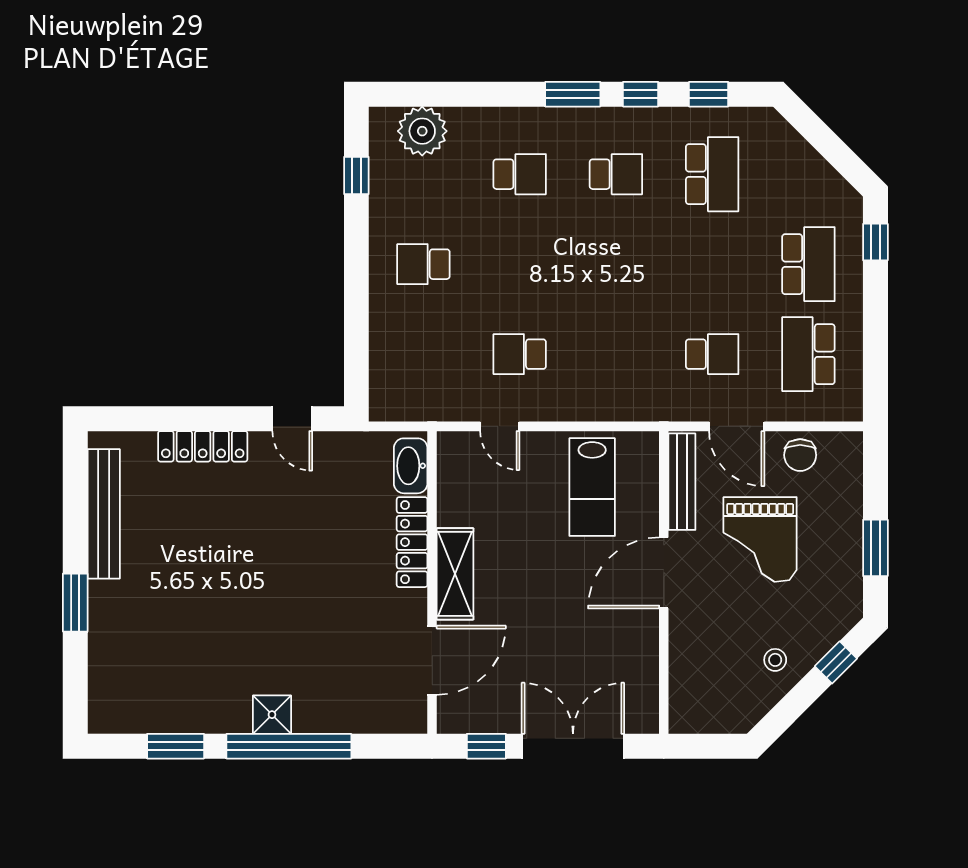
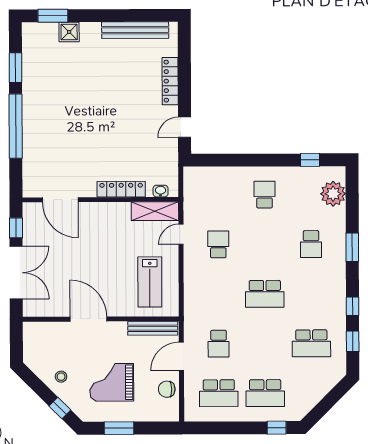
window: (573, 94) -> (352, 247), moved
school desk: (616, 174) -> (265, 294), moved, width x1.85
school desk: (808, 354) -> (219, 393), turned 180
washbasin: (411, 466) -> (161, 191), width x0.52, depth x0.69
lab bench: (592, 487) -> (150, 282), turned -90
grand piano: (760, 539) -> (112, 382), moved
door: (664, 573) -> (88, 319), moved
shelving: (455, 574) -> (155, 211), moved
window: (75, 603) -> (53, 16), moved
shower: (272, 715) -> (69, 32), moved

